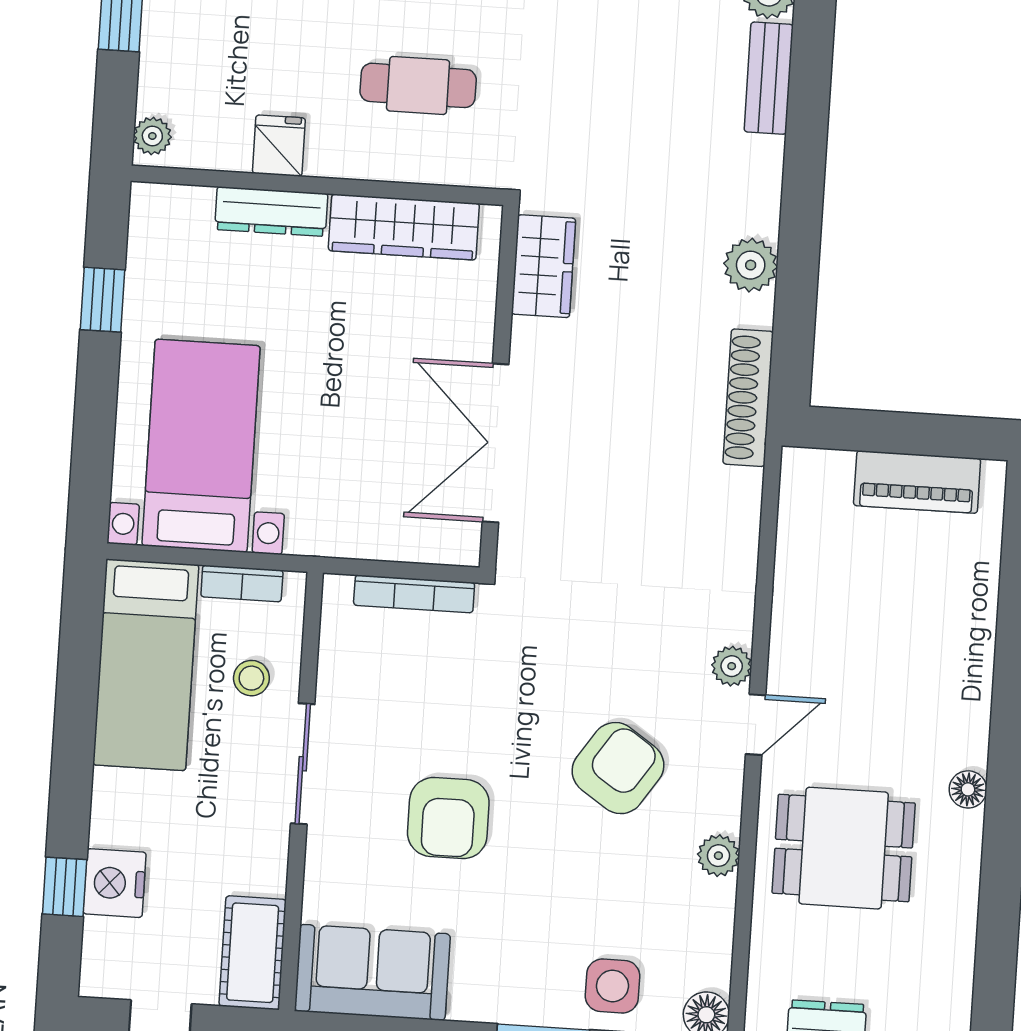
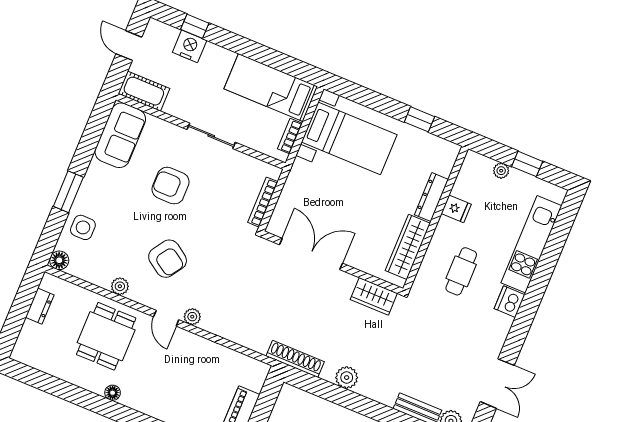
plant: (152, 136) -> (501, 171), moved
stool: (251, 678) -> (252, 127), removed

